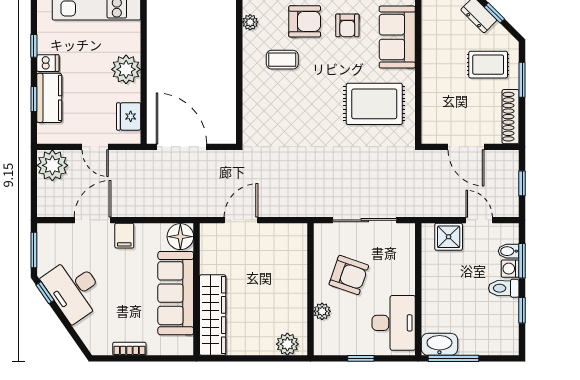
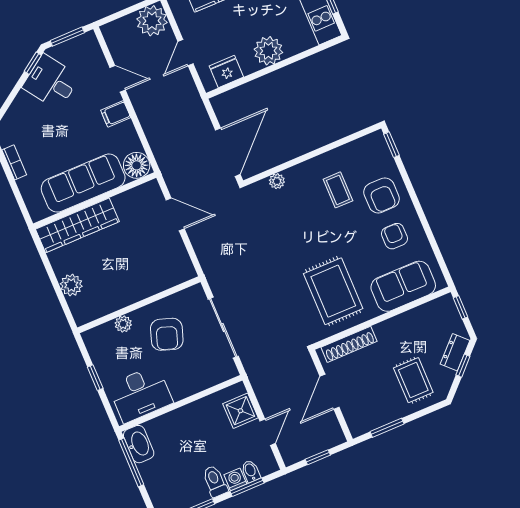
plant: (250, 22) -> (277, 181), moved
armchair: (347, 25) -> (394, 236), turned 90
window: (522, 80) -> (387, 428), moved
shoe rack: (511, 117) -> (349, 344), moved, turned 180
door: (181, 147) -> (228, 152), moved
door: (93, 220) -> (118, 79), width x0.73
desk: (74, 289) -> (51, 82), width x0.73
plant: (287, 344) -> (71, 285), moved

